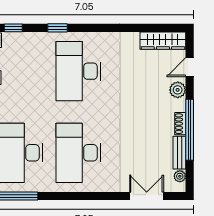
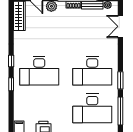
window: (13, 28) -> (11, 61), moved
window: (64, 196) -> (120, 80), added

